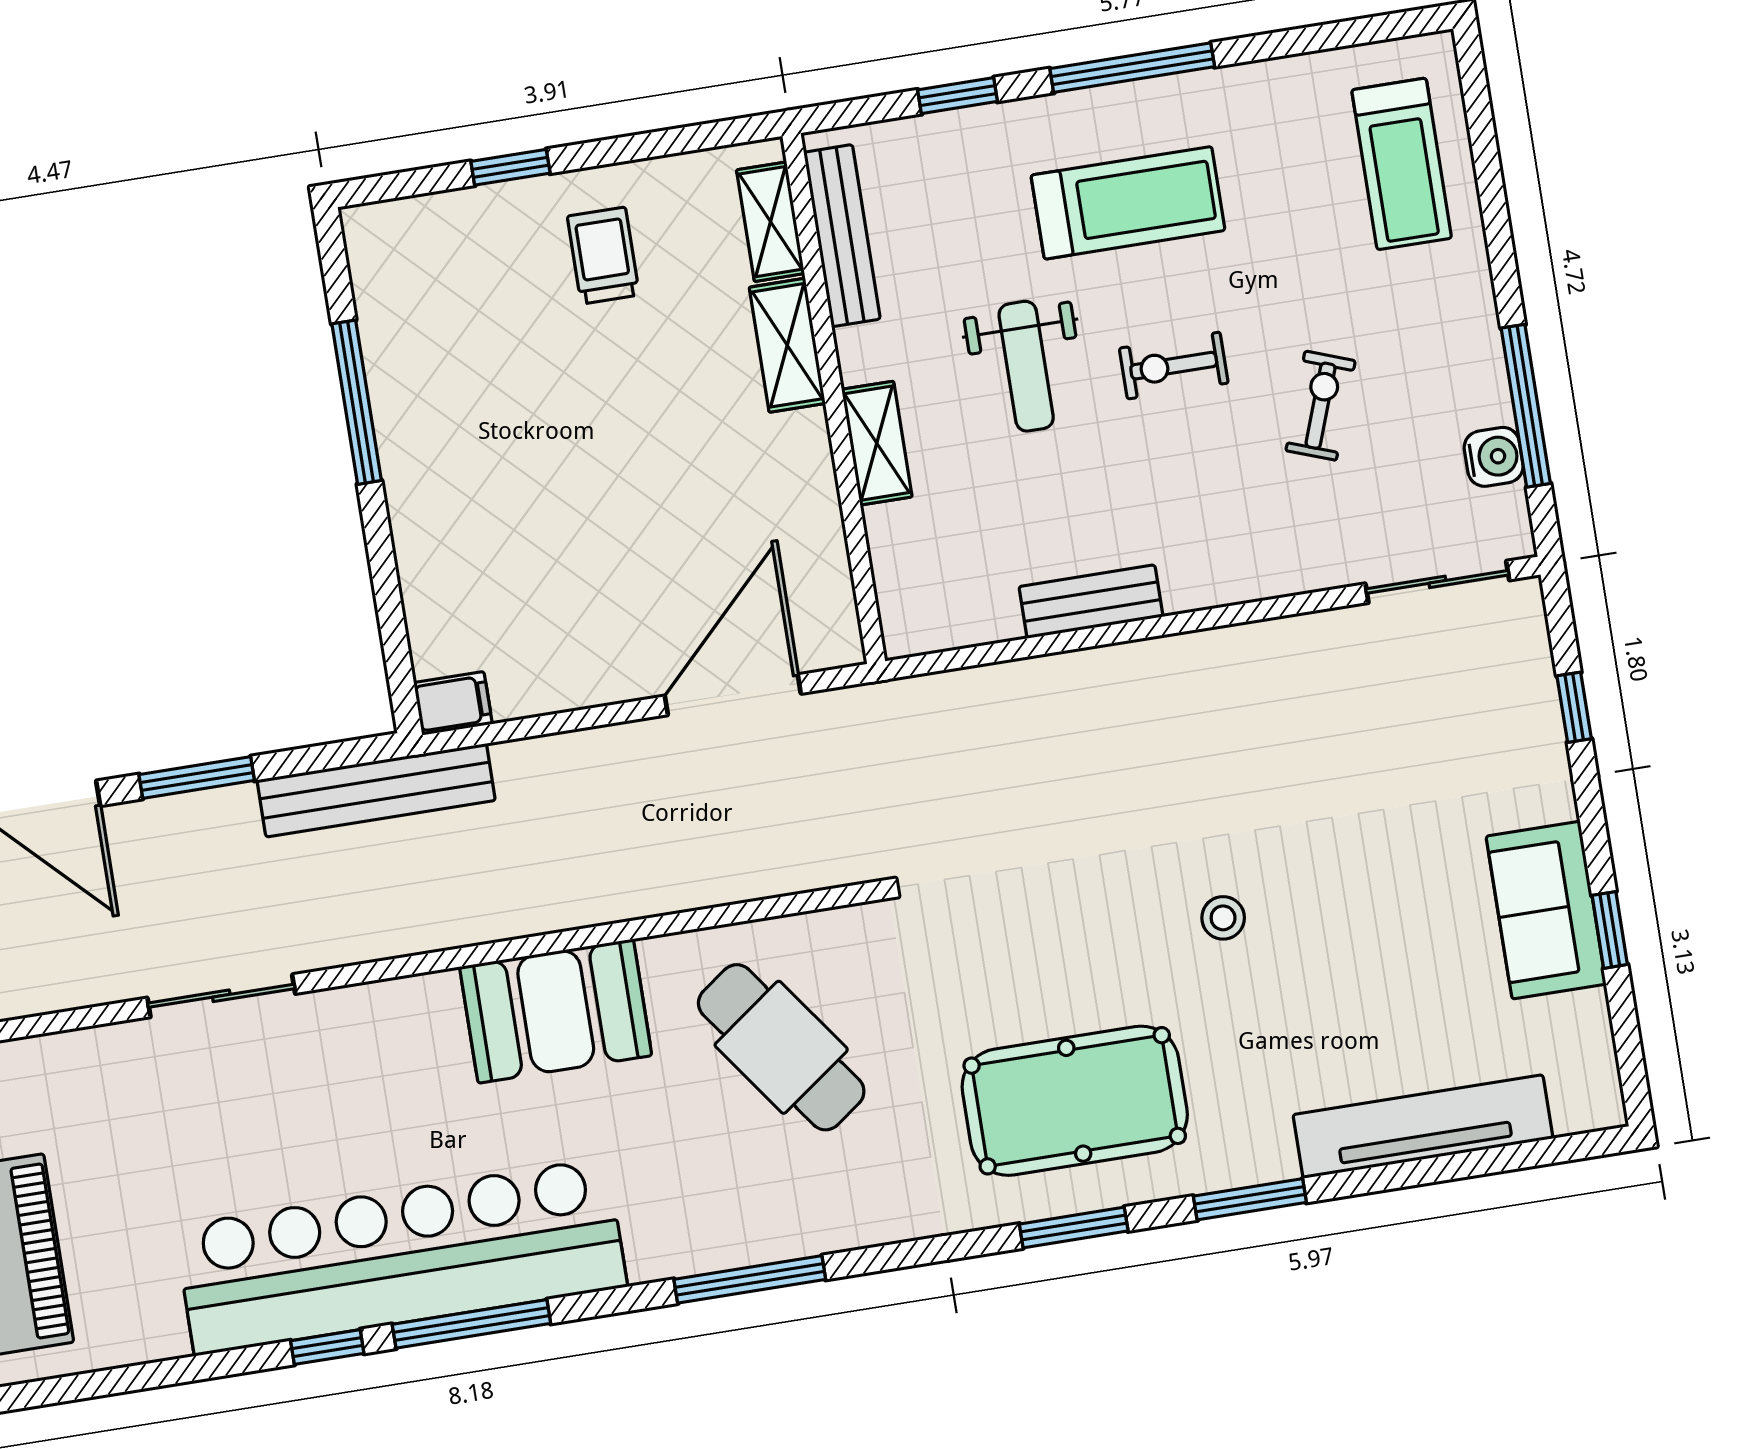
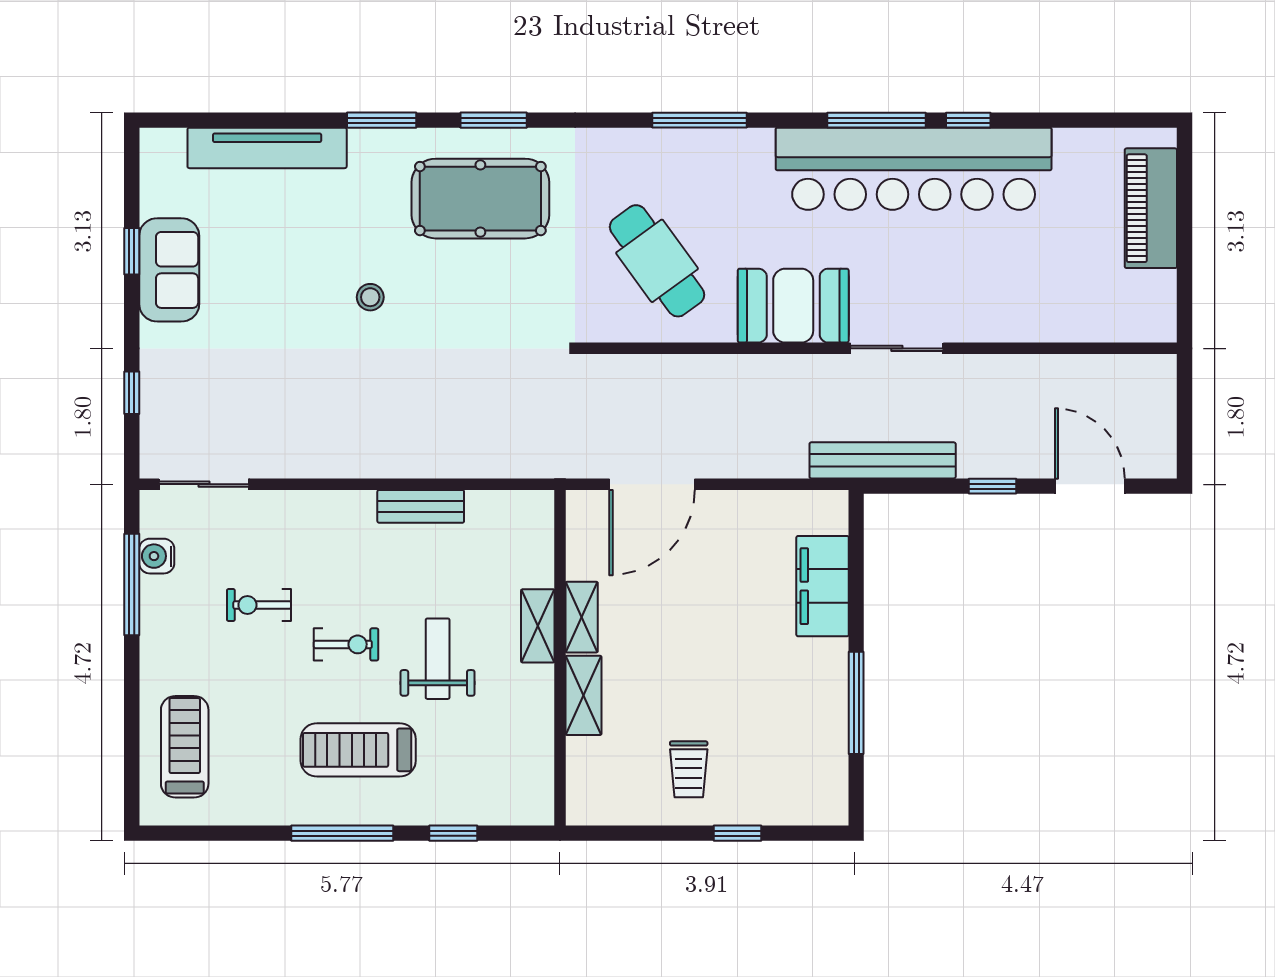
shelving: (771, 222) -> (582, 617), moved
bench: (842, 236) -> (539, 758), removed
exercise bike: (1321, 406) -> (259, 605), turned 70
filing cabinet: (453, 703) -> (823, 586), moved, width x3.00, depth x1.17
window: (197, 778) -> (993, 486), width x0.67
sliding door: (221, 996) -> (897, 348), moved

